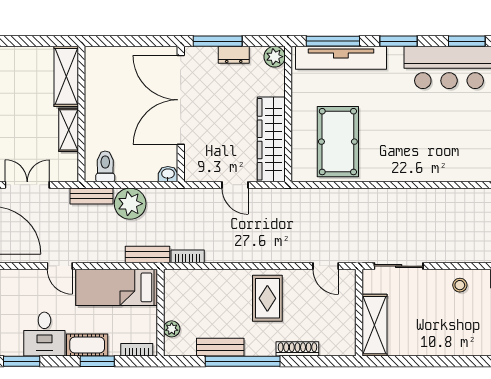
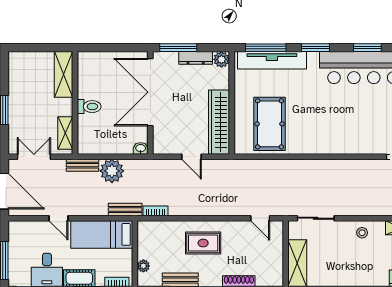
dresser: (234, 55) -> (196, 58), width x1.44
shelving: (69, 130) -> (65, 133), moved
toilet: (105, 166) -> (89, 107), moved, turned 90
rug: (267, 298) -> (203, 243), moved, turned 90

